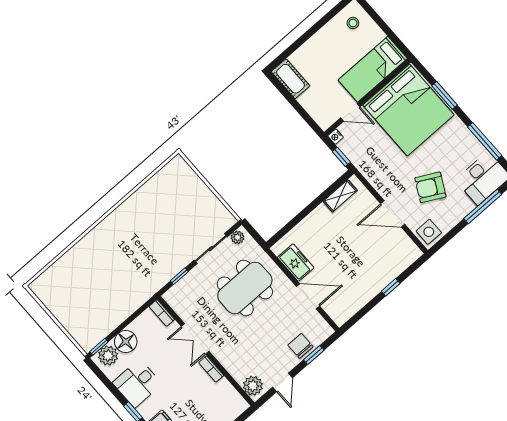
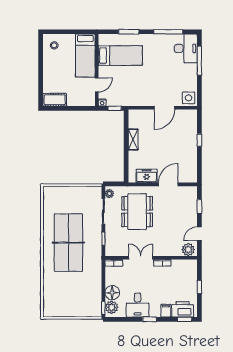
bed: (408, 110) -> (120, 56), width x0.49
armchair: (430, 187) -> (168, 78), removed
shelving: (340, 196) -> (133, 140), moved
table tennis table: (139, 240) -> (68, 243), added
double door: (195, 339) -> (141, 258), swing flipped
chair: (300, 346) -> (189, 209), removed
door: (282, 382) -> (199, 234), swing flipped

